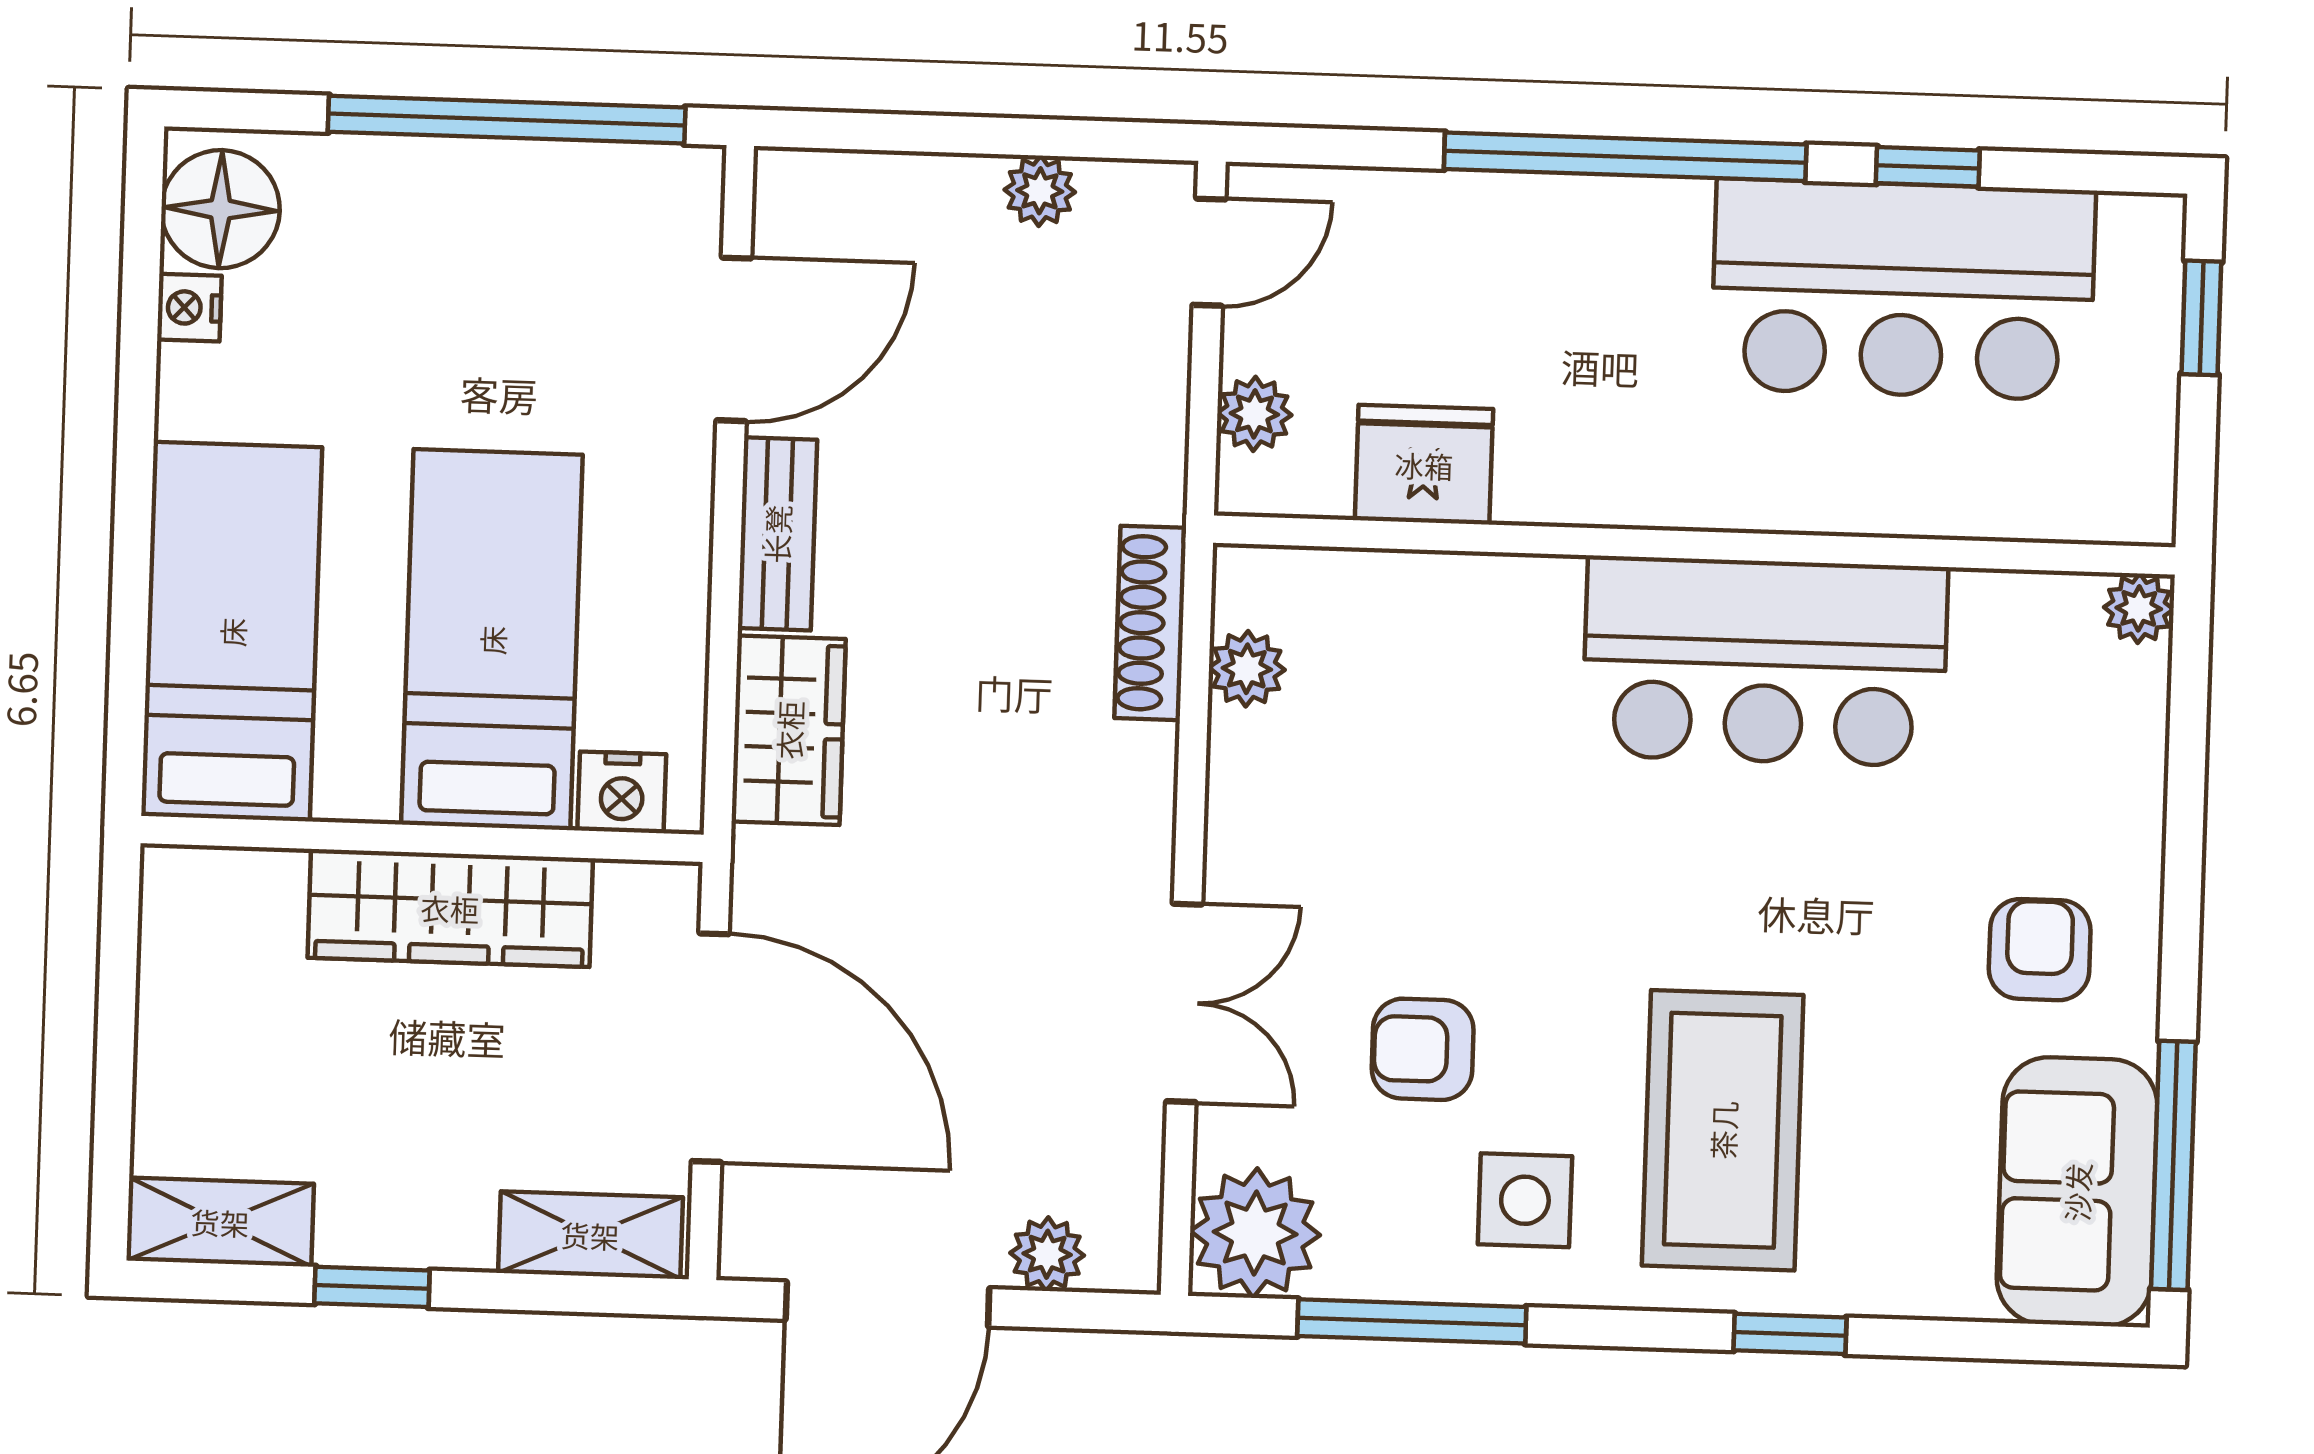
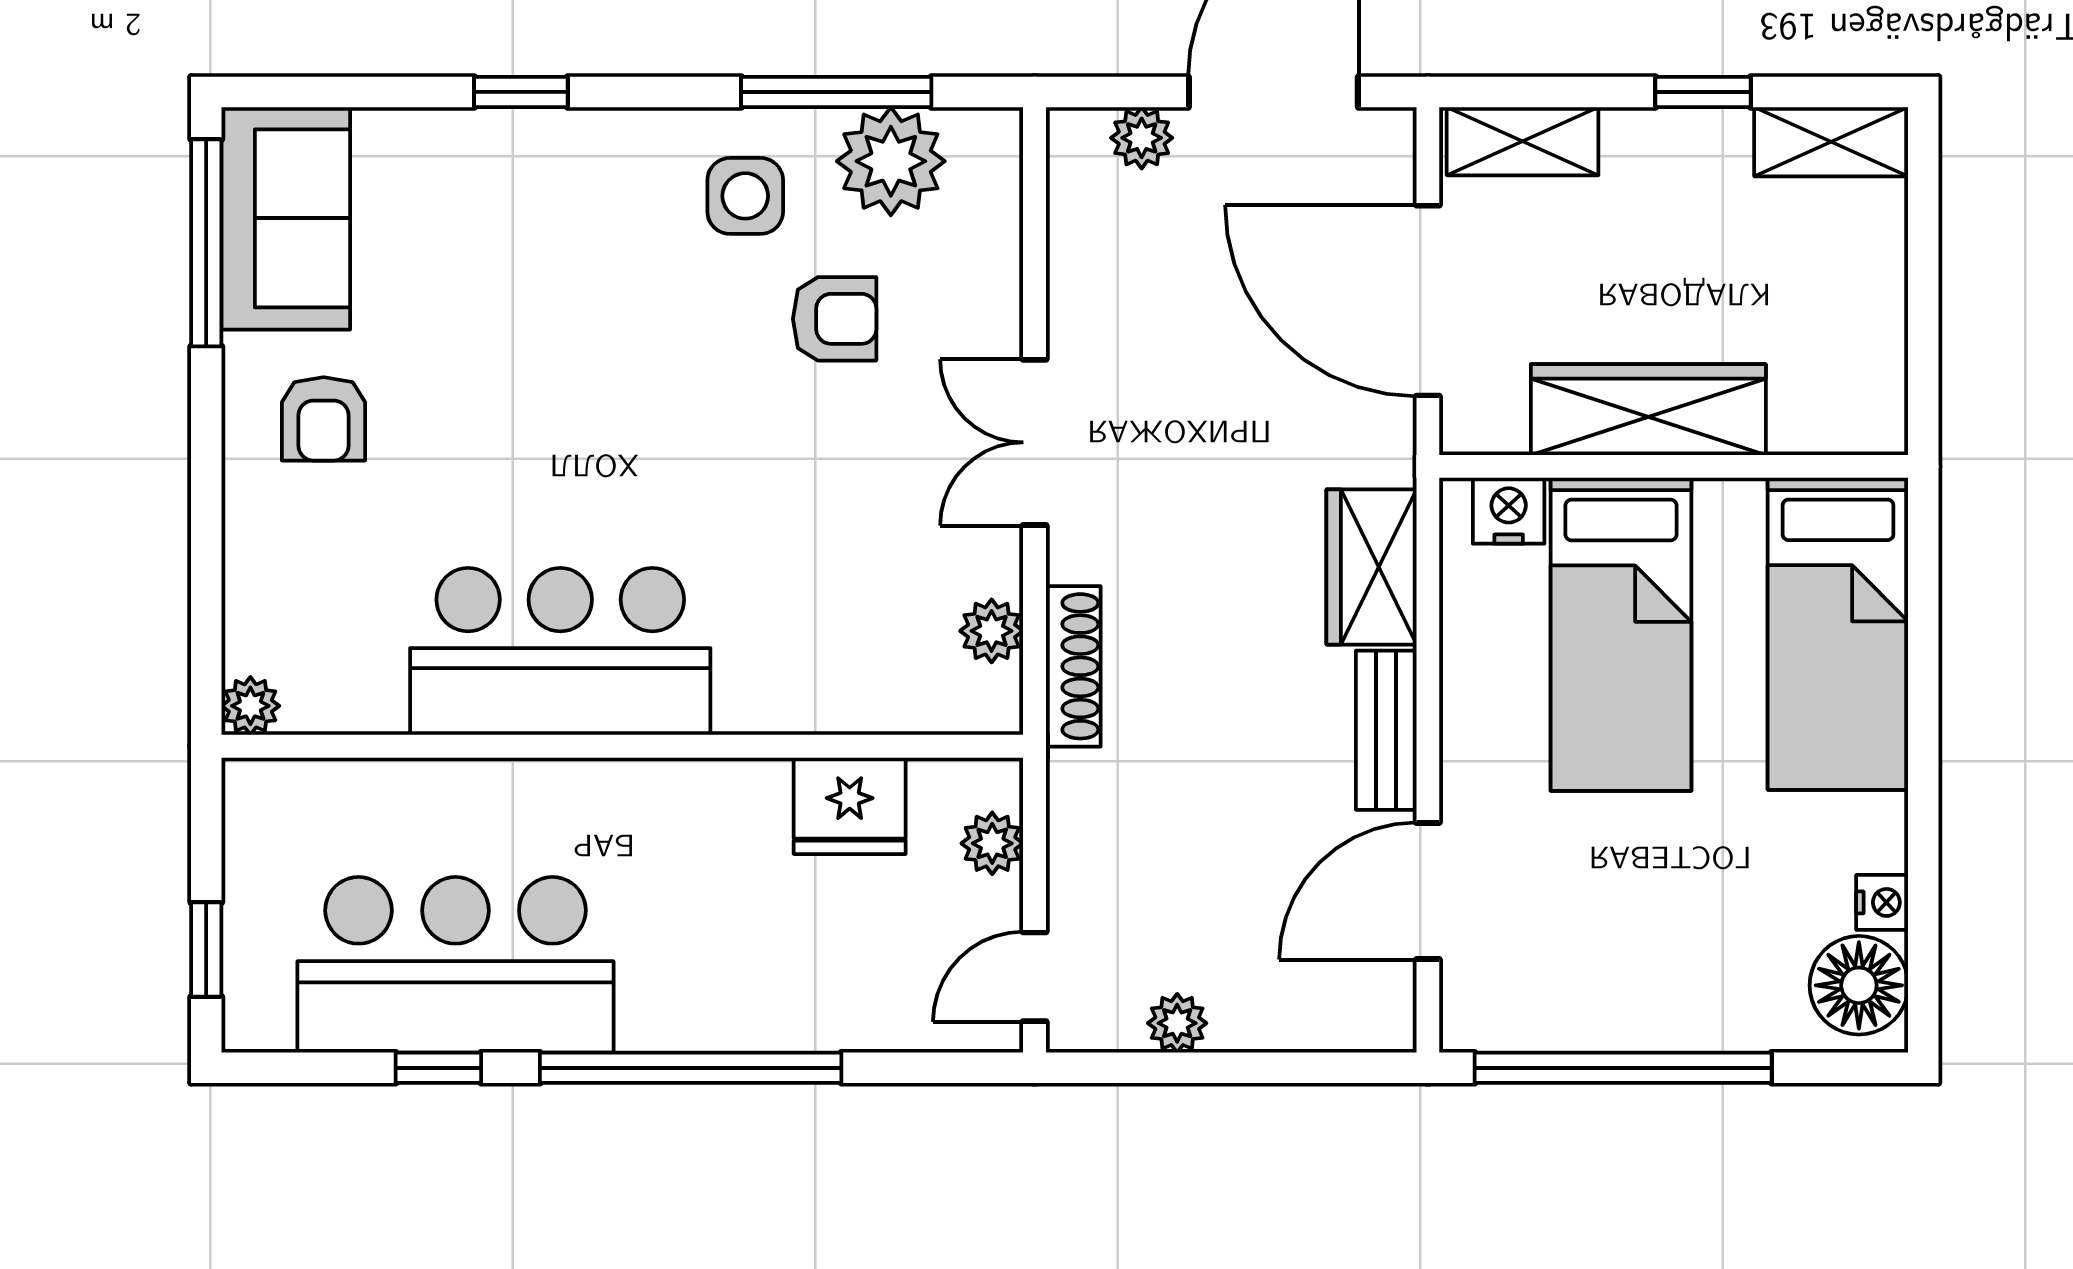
double door: (1184, 1003) -> (1035, 442), moved
coffee table: (1723, 1130) -> (582, 260), removed
plant: (1255, 1233) -> (891, 161), moved

